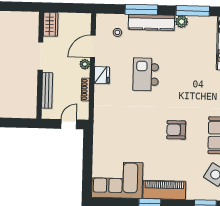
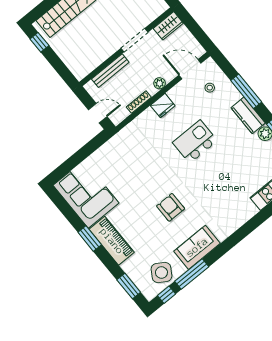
kitchen counter: (151, 22) -> (248, 115), width x0.67
door: (93, 46) -> (190, 69), moved

